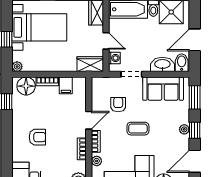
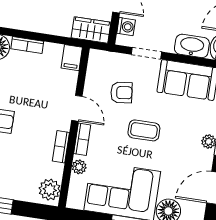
filing cabinet: (66, 85) -> (72, 58), moved
armchair: (118, 105) -> (121, 93), turned 83
door: (89, 120) -> (77, 108), hinge flipped

